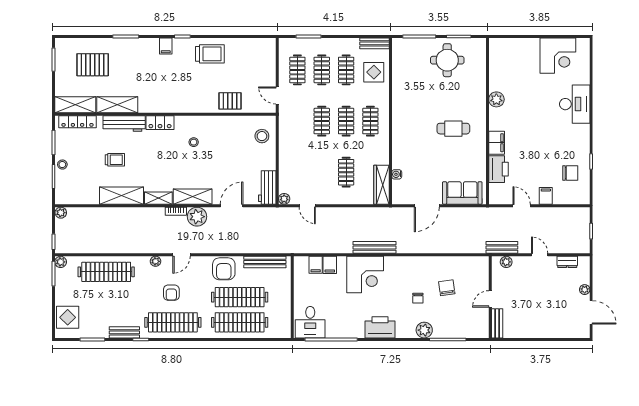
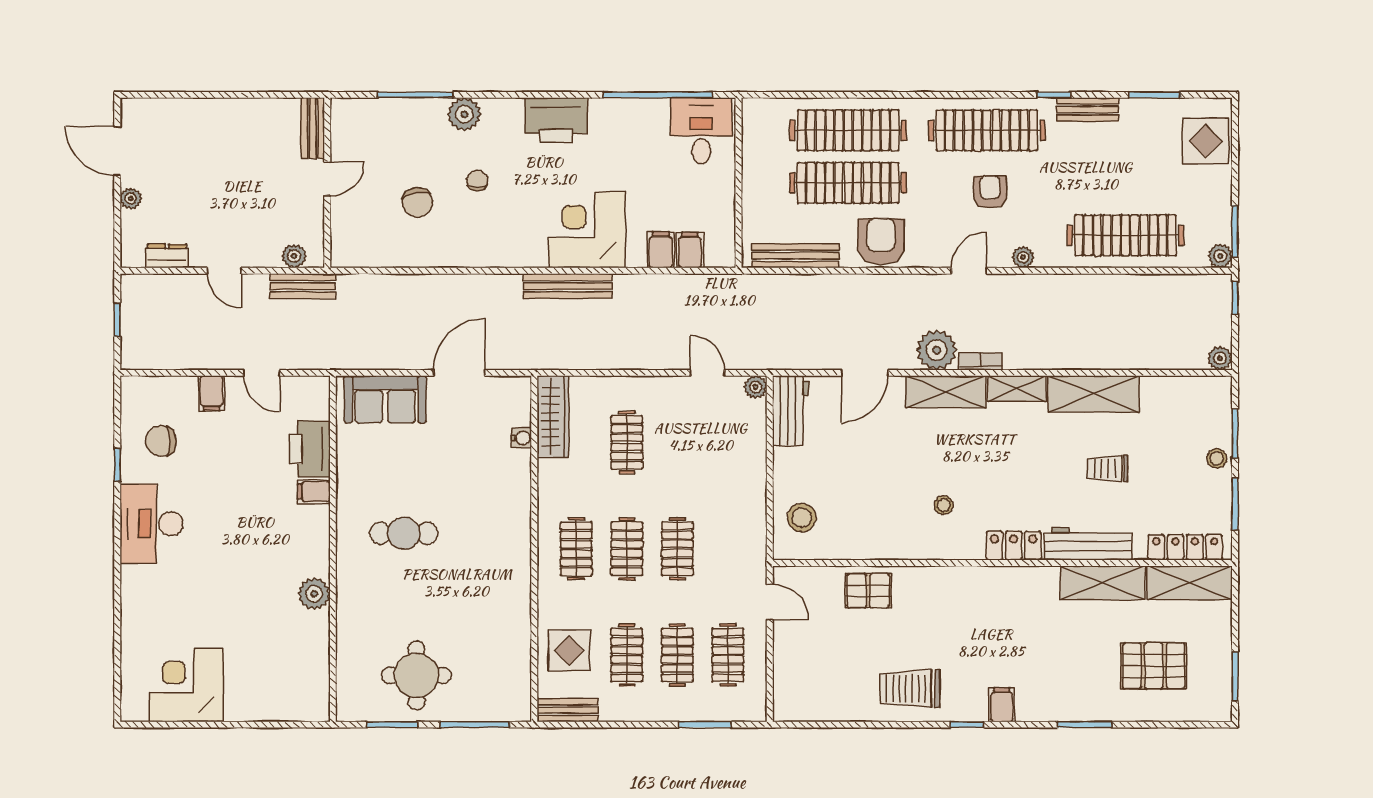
desk: (575, 104) -> (151, 524), moved
filing cabinet: (497, 143) -> (314, 492), width x0.50

